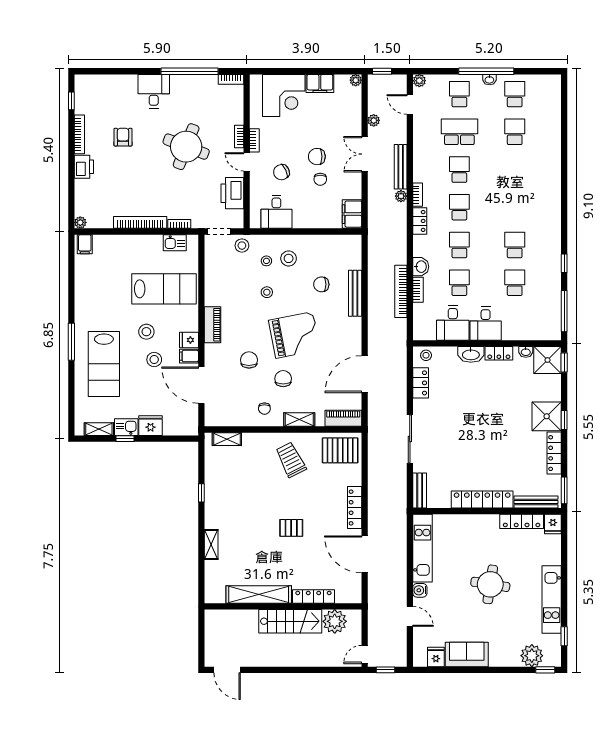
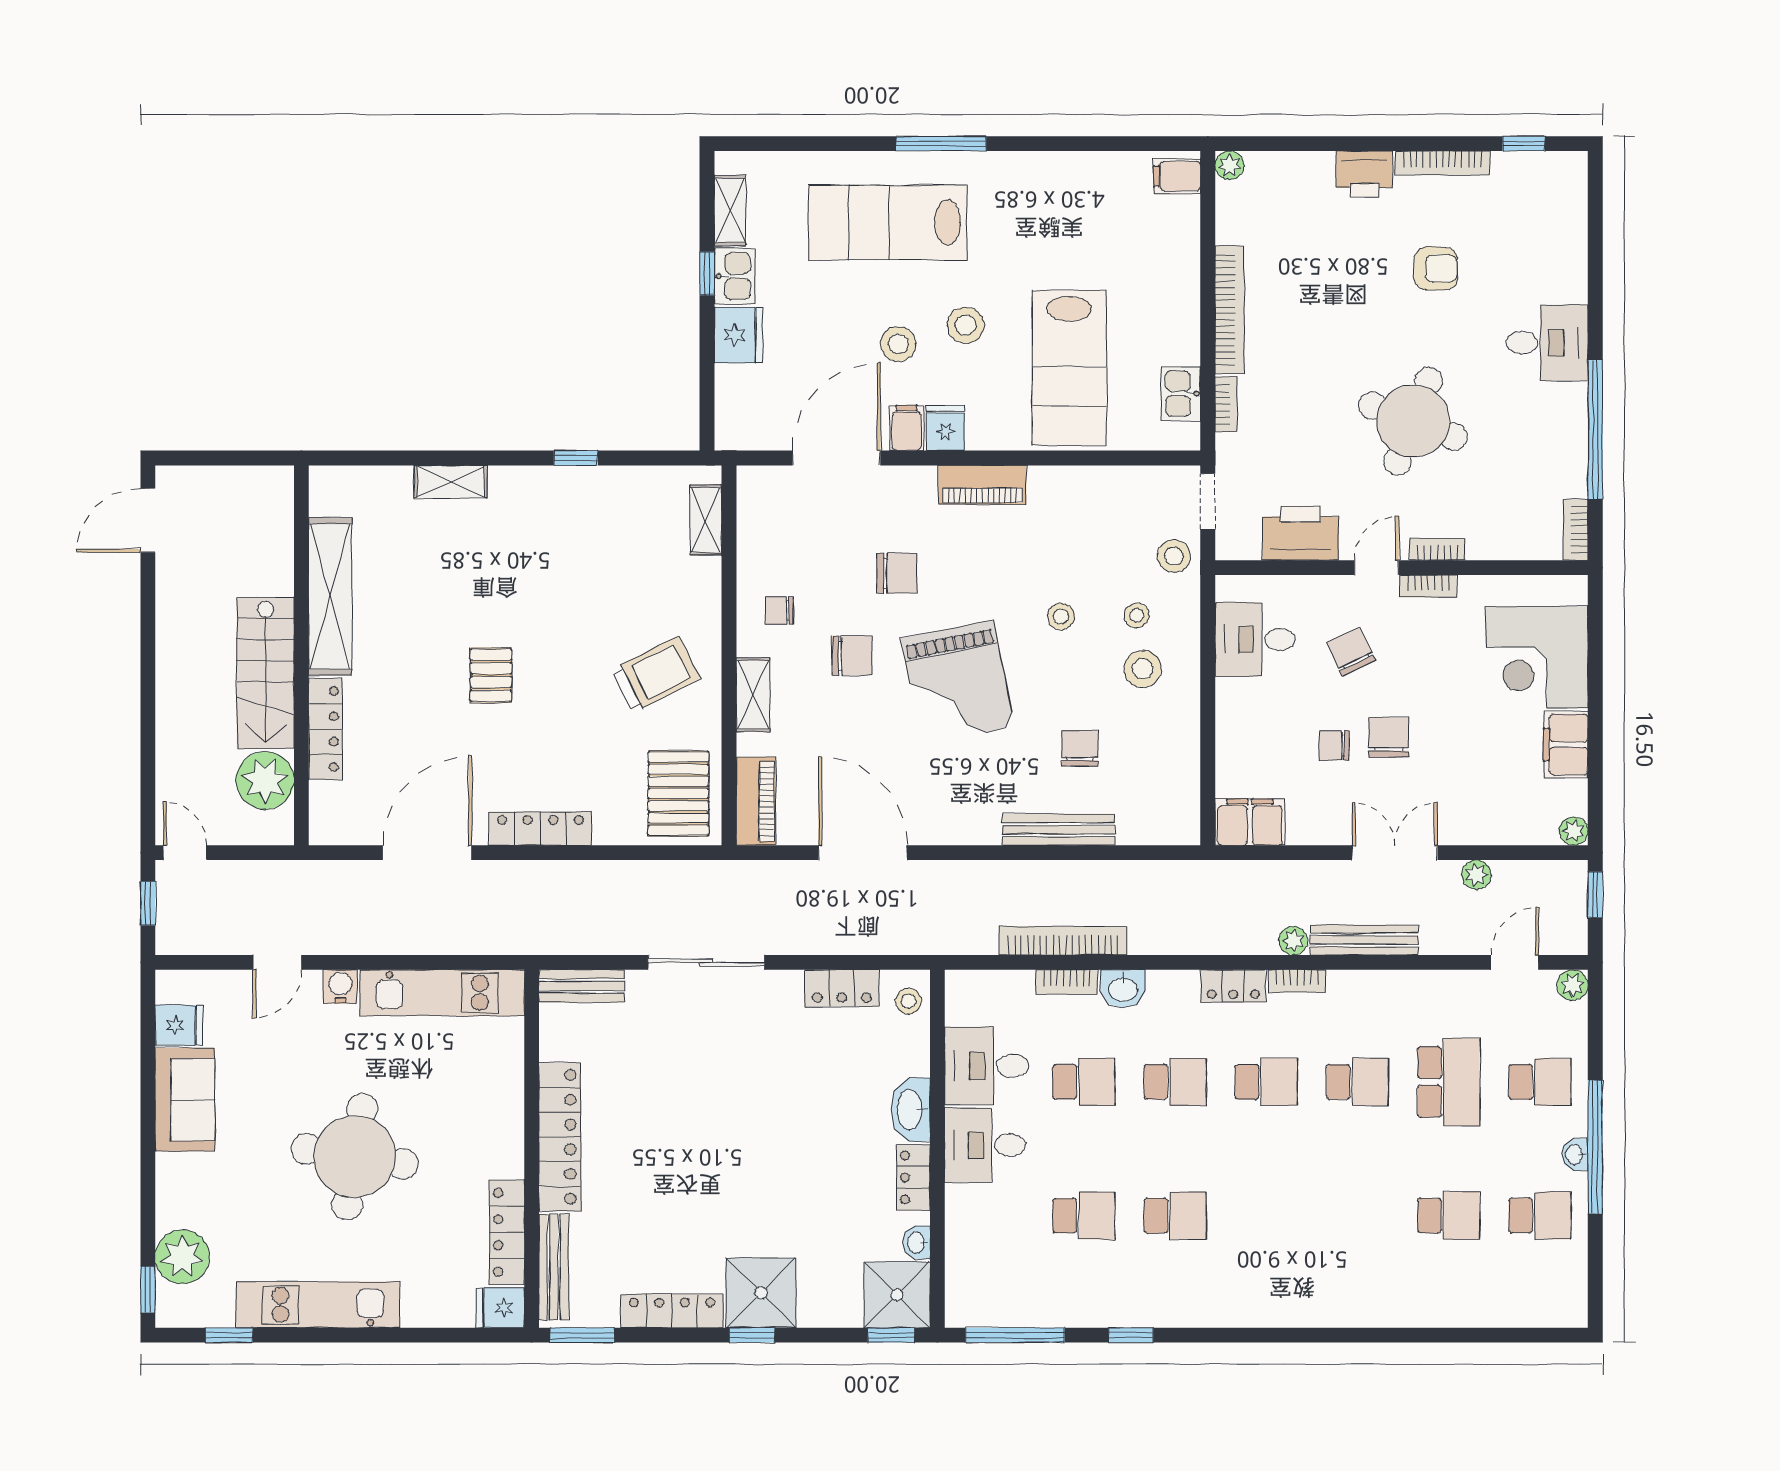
round table: (490, 584) -> (355, 1157), width x1.36, depth x1.36

